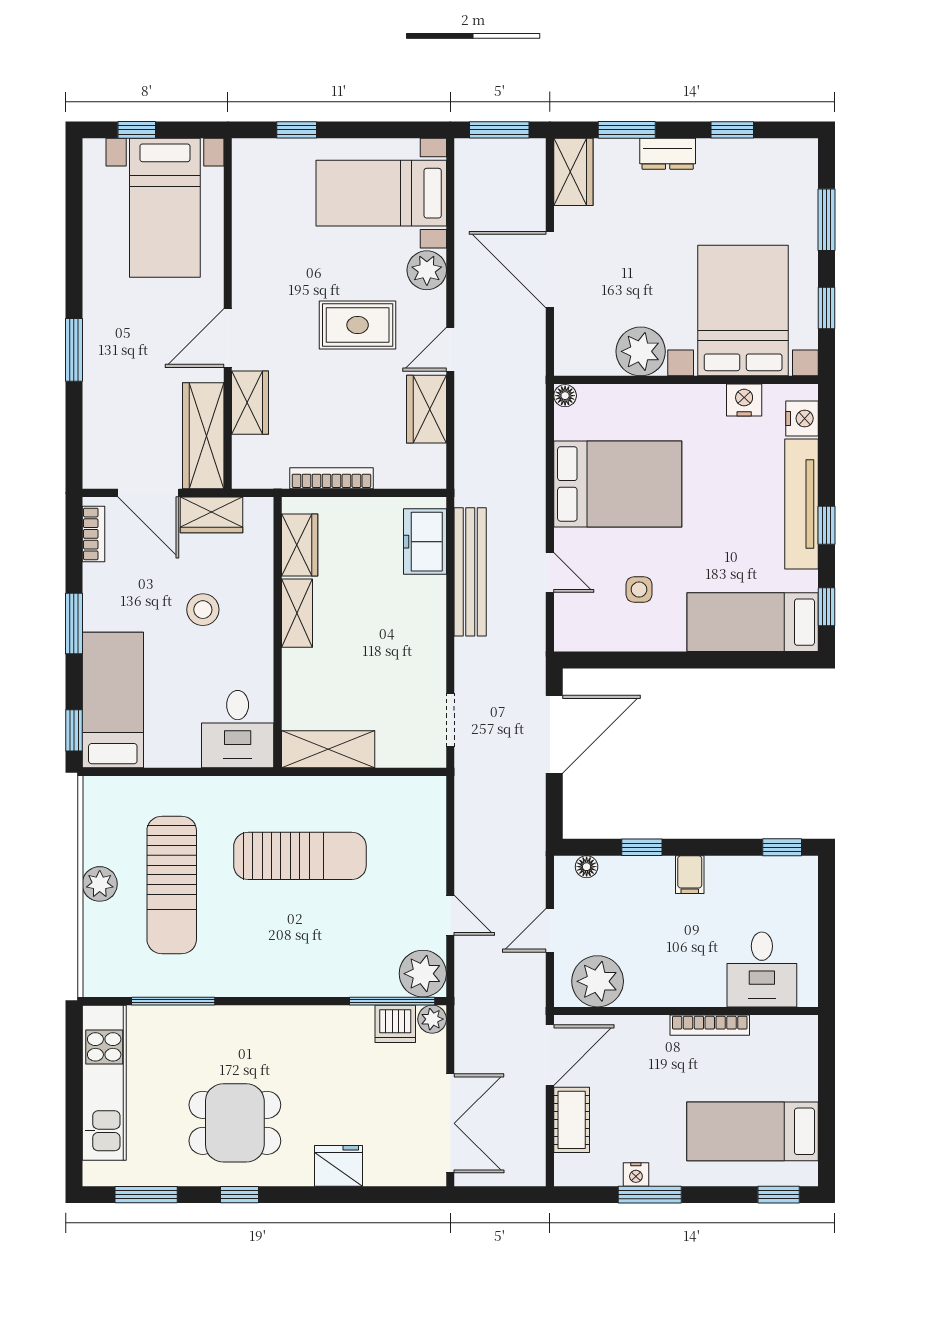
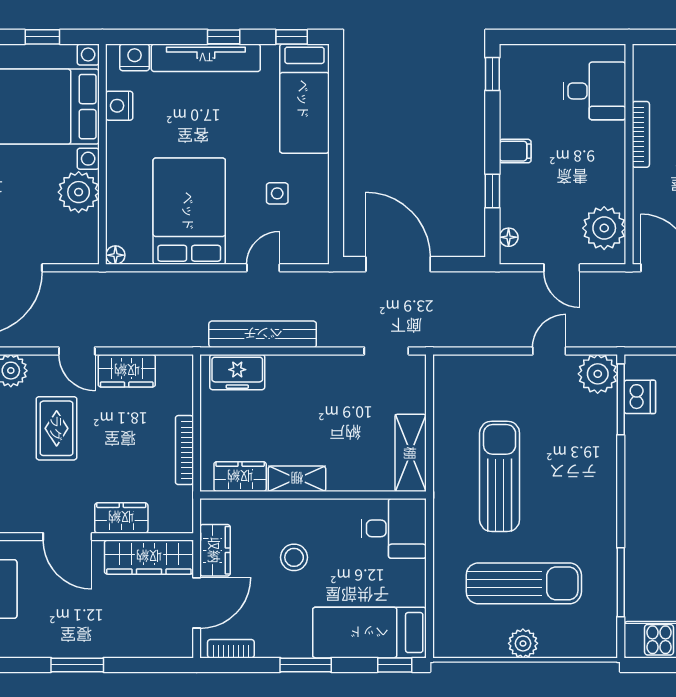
plant: (432, 1019) -> (636, 366), removed

